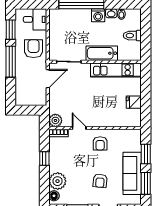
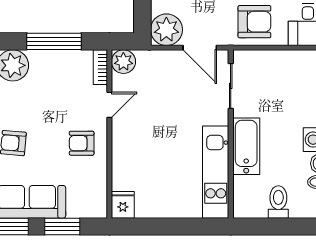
plant: (38, 97) -> (166, 30), added
fridge: (134, 102) -> (123, 205), moved
window: (44, 159) -> (54, 41), width x2.17

